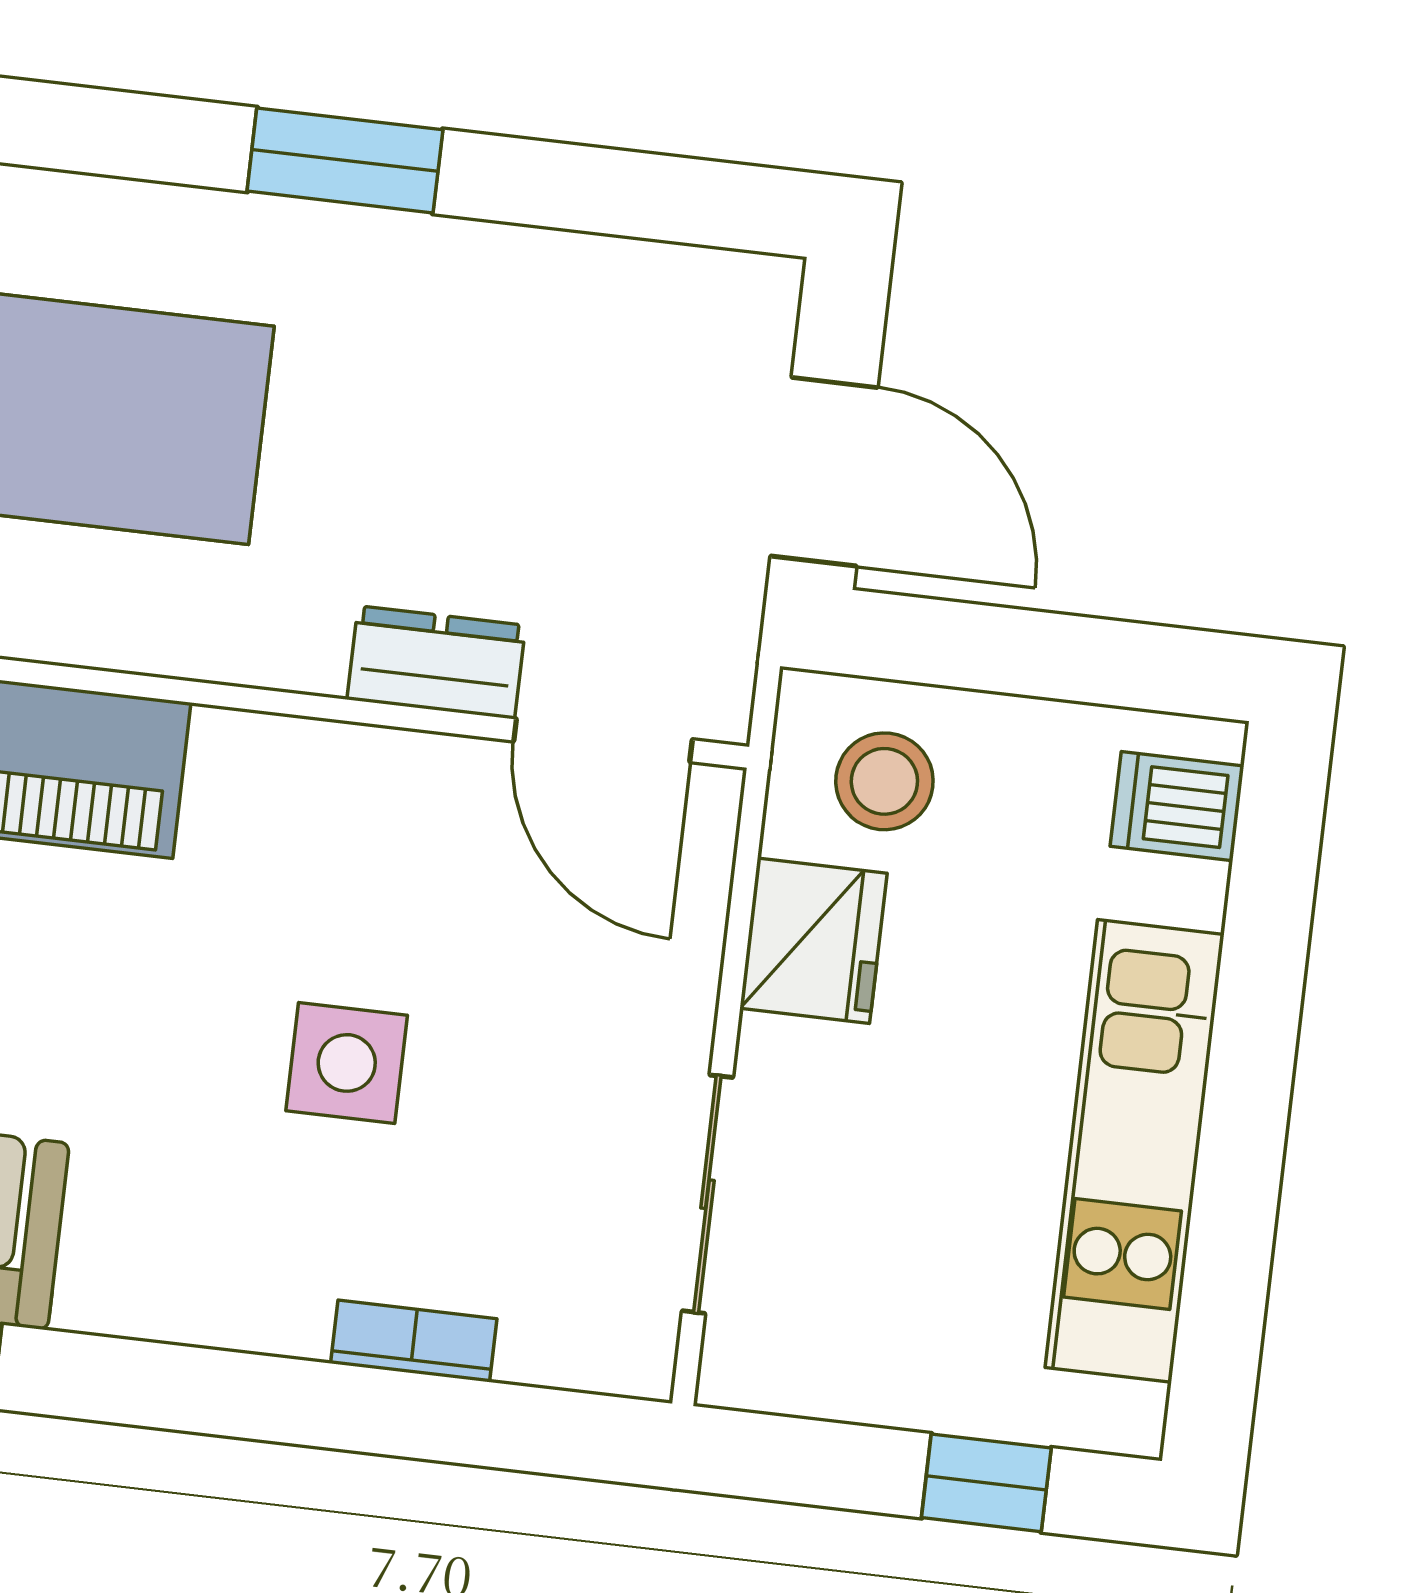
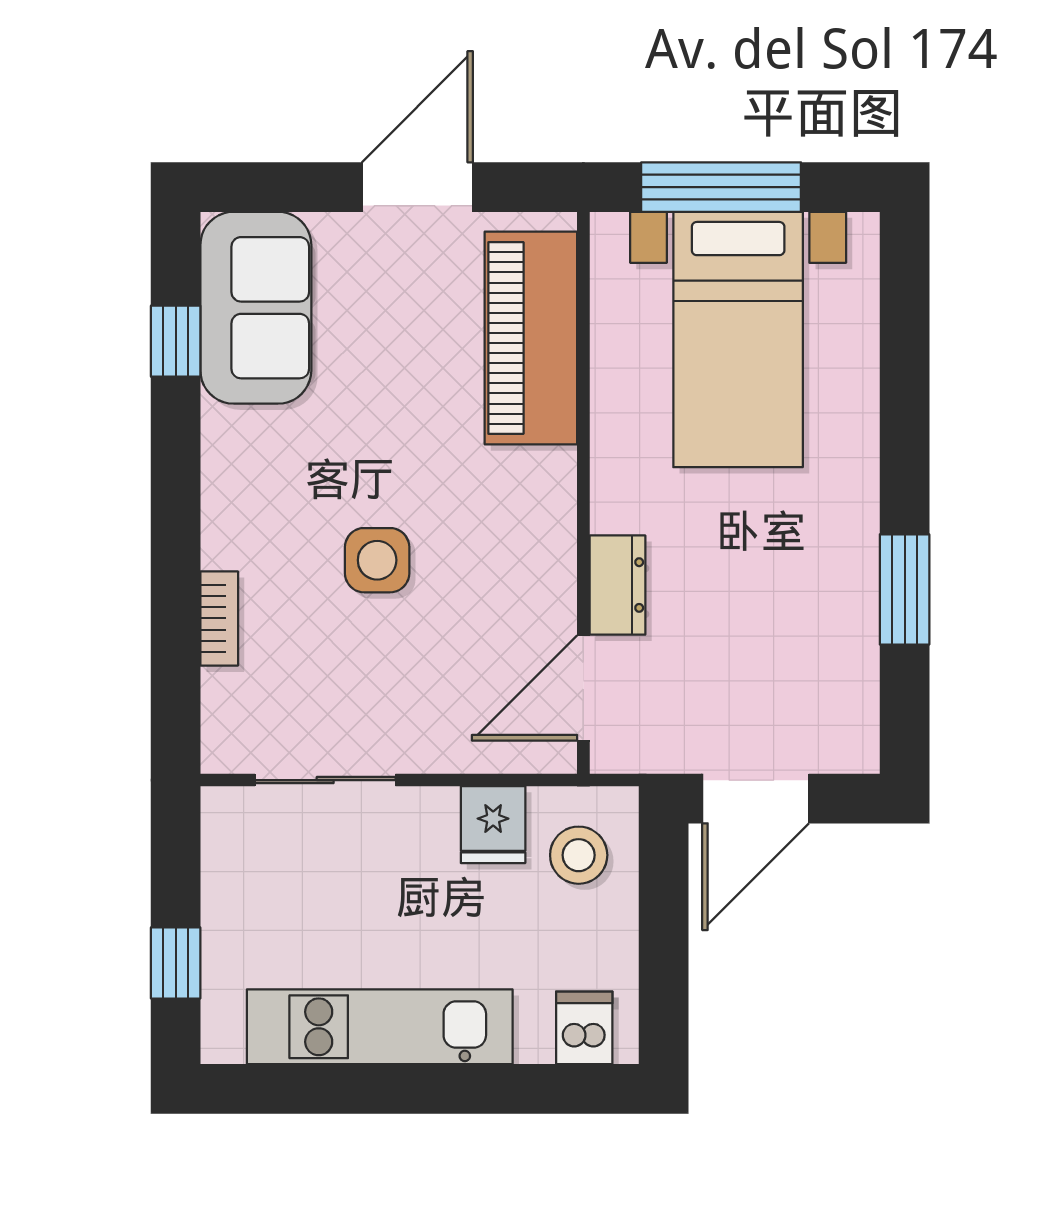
window: (345, 160) -> (905, 589), moved
fridge: (813, 941) -> (493, 825), width x0.72

